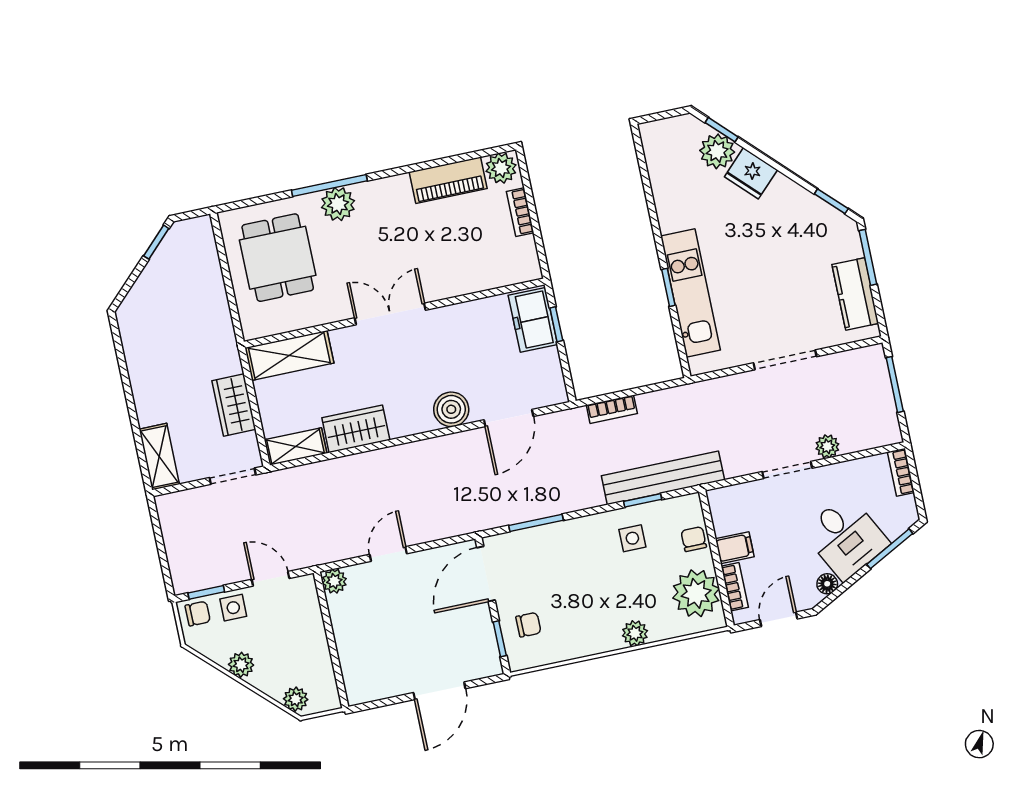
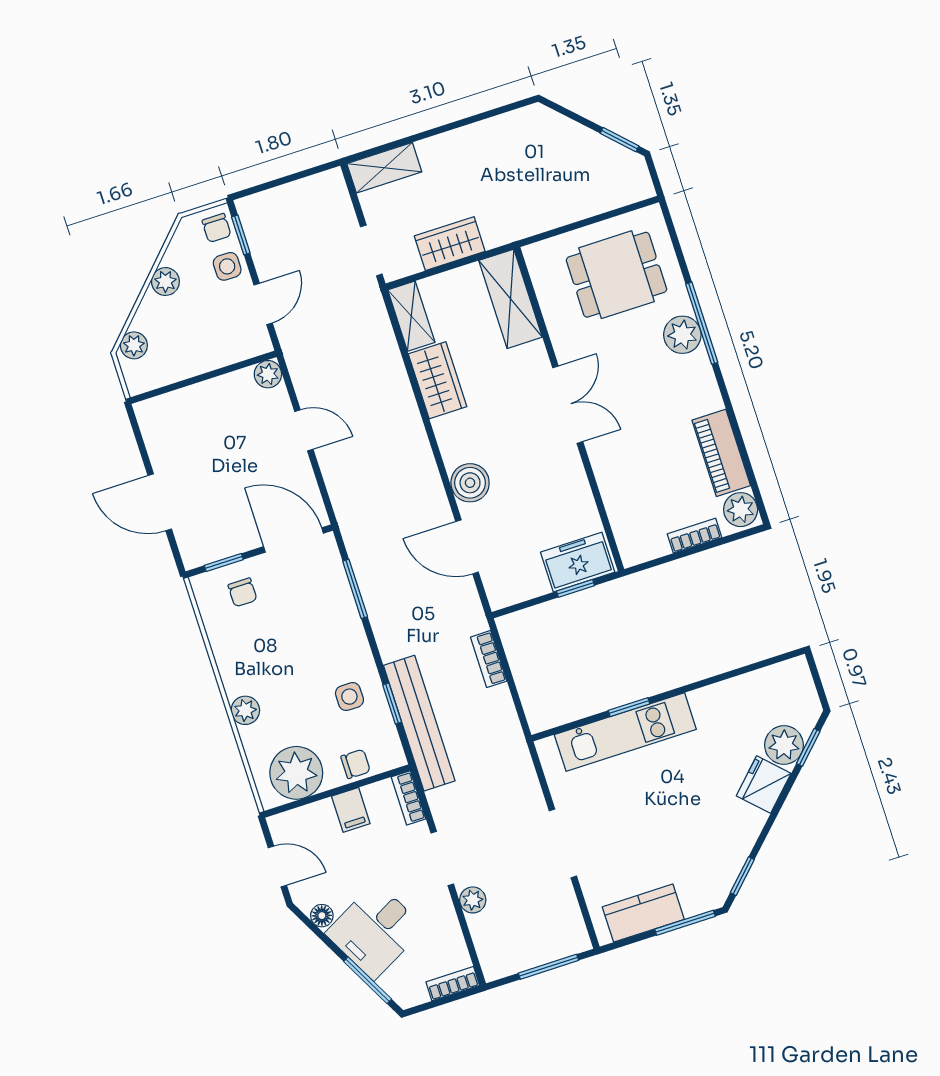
bookcase: (735, 587) -> (408, 798), moved, turned 90

